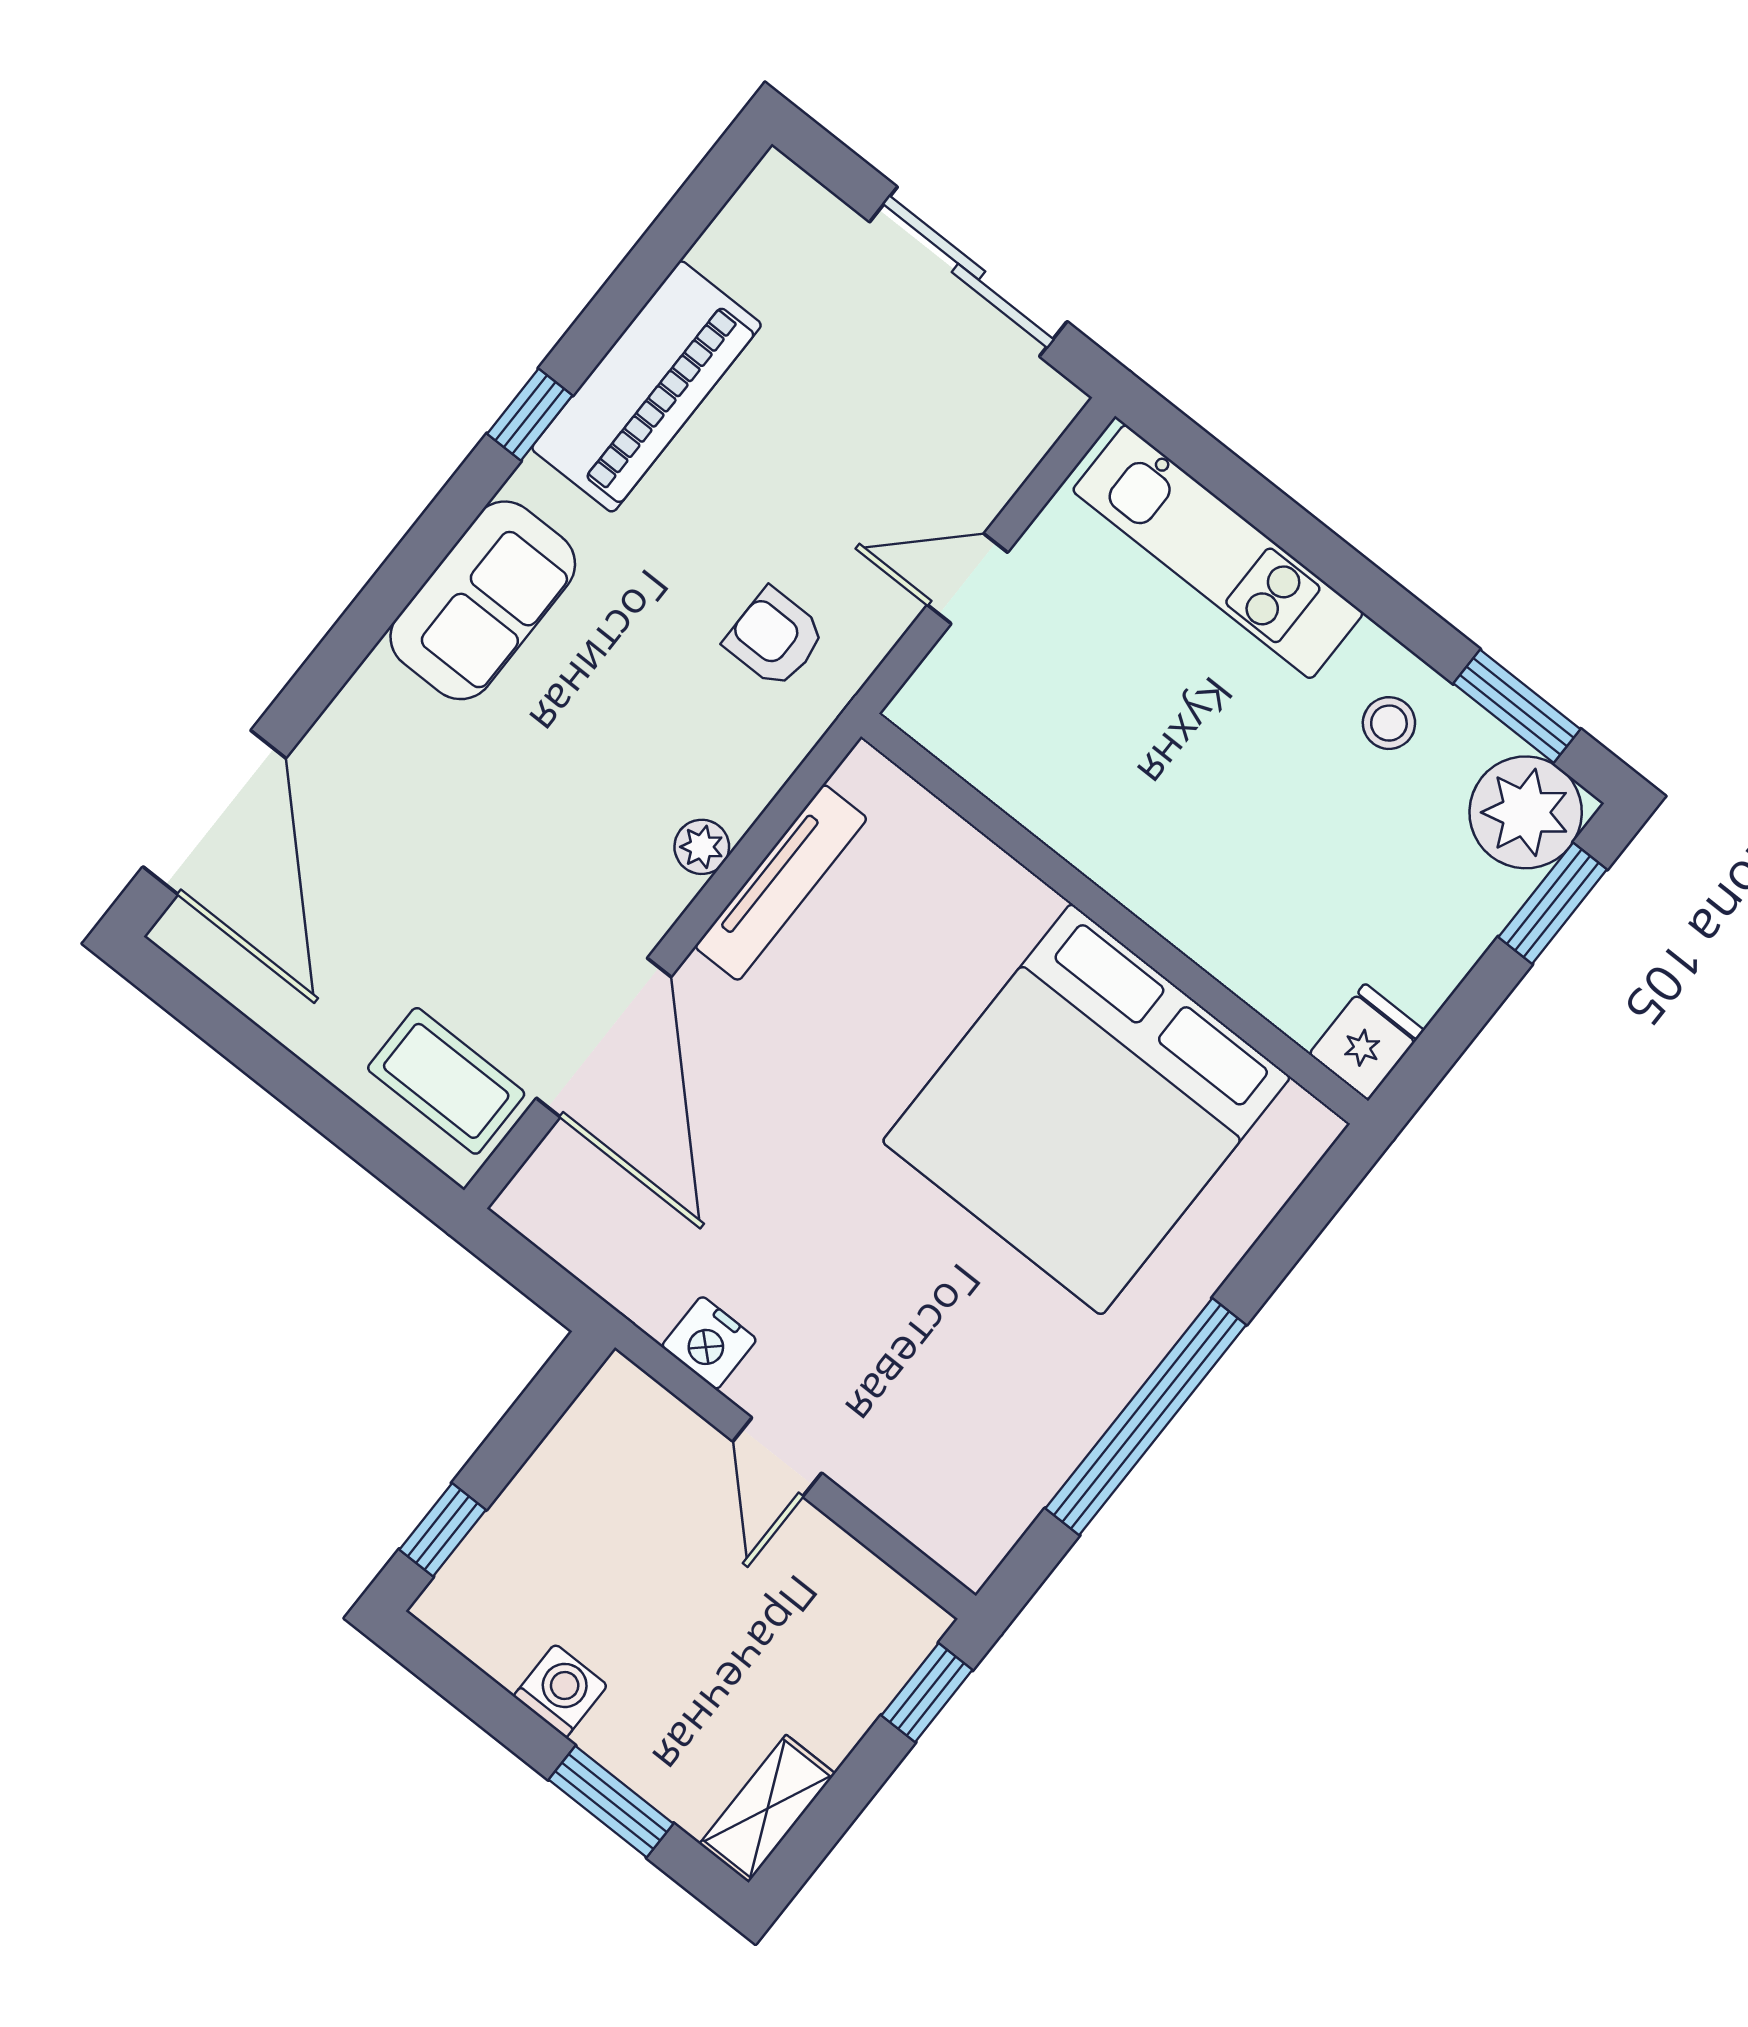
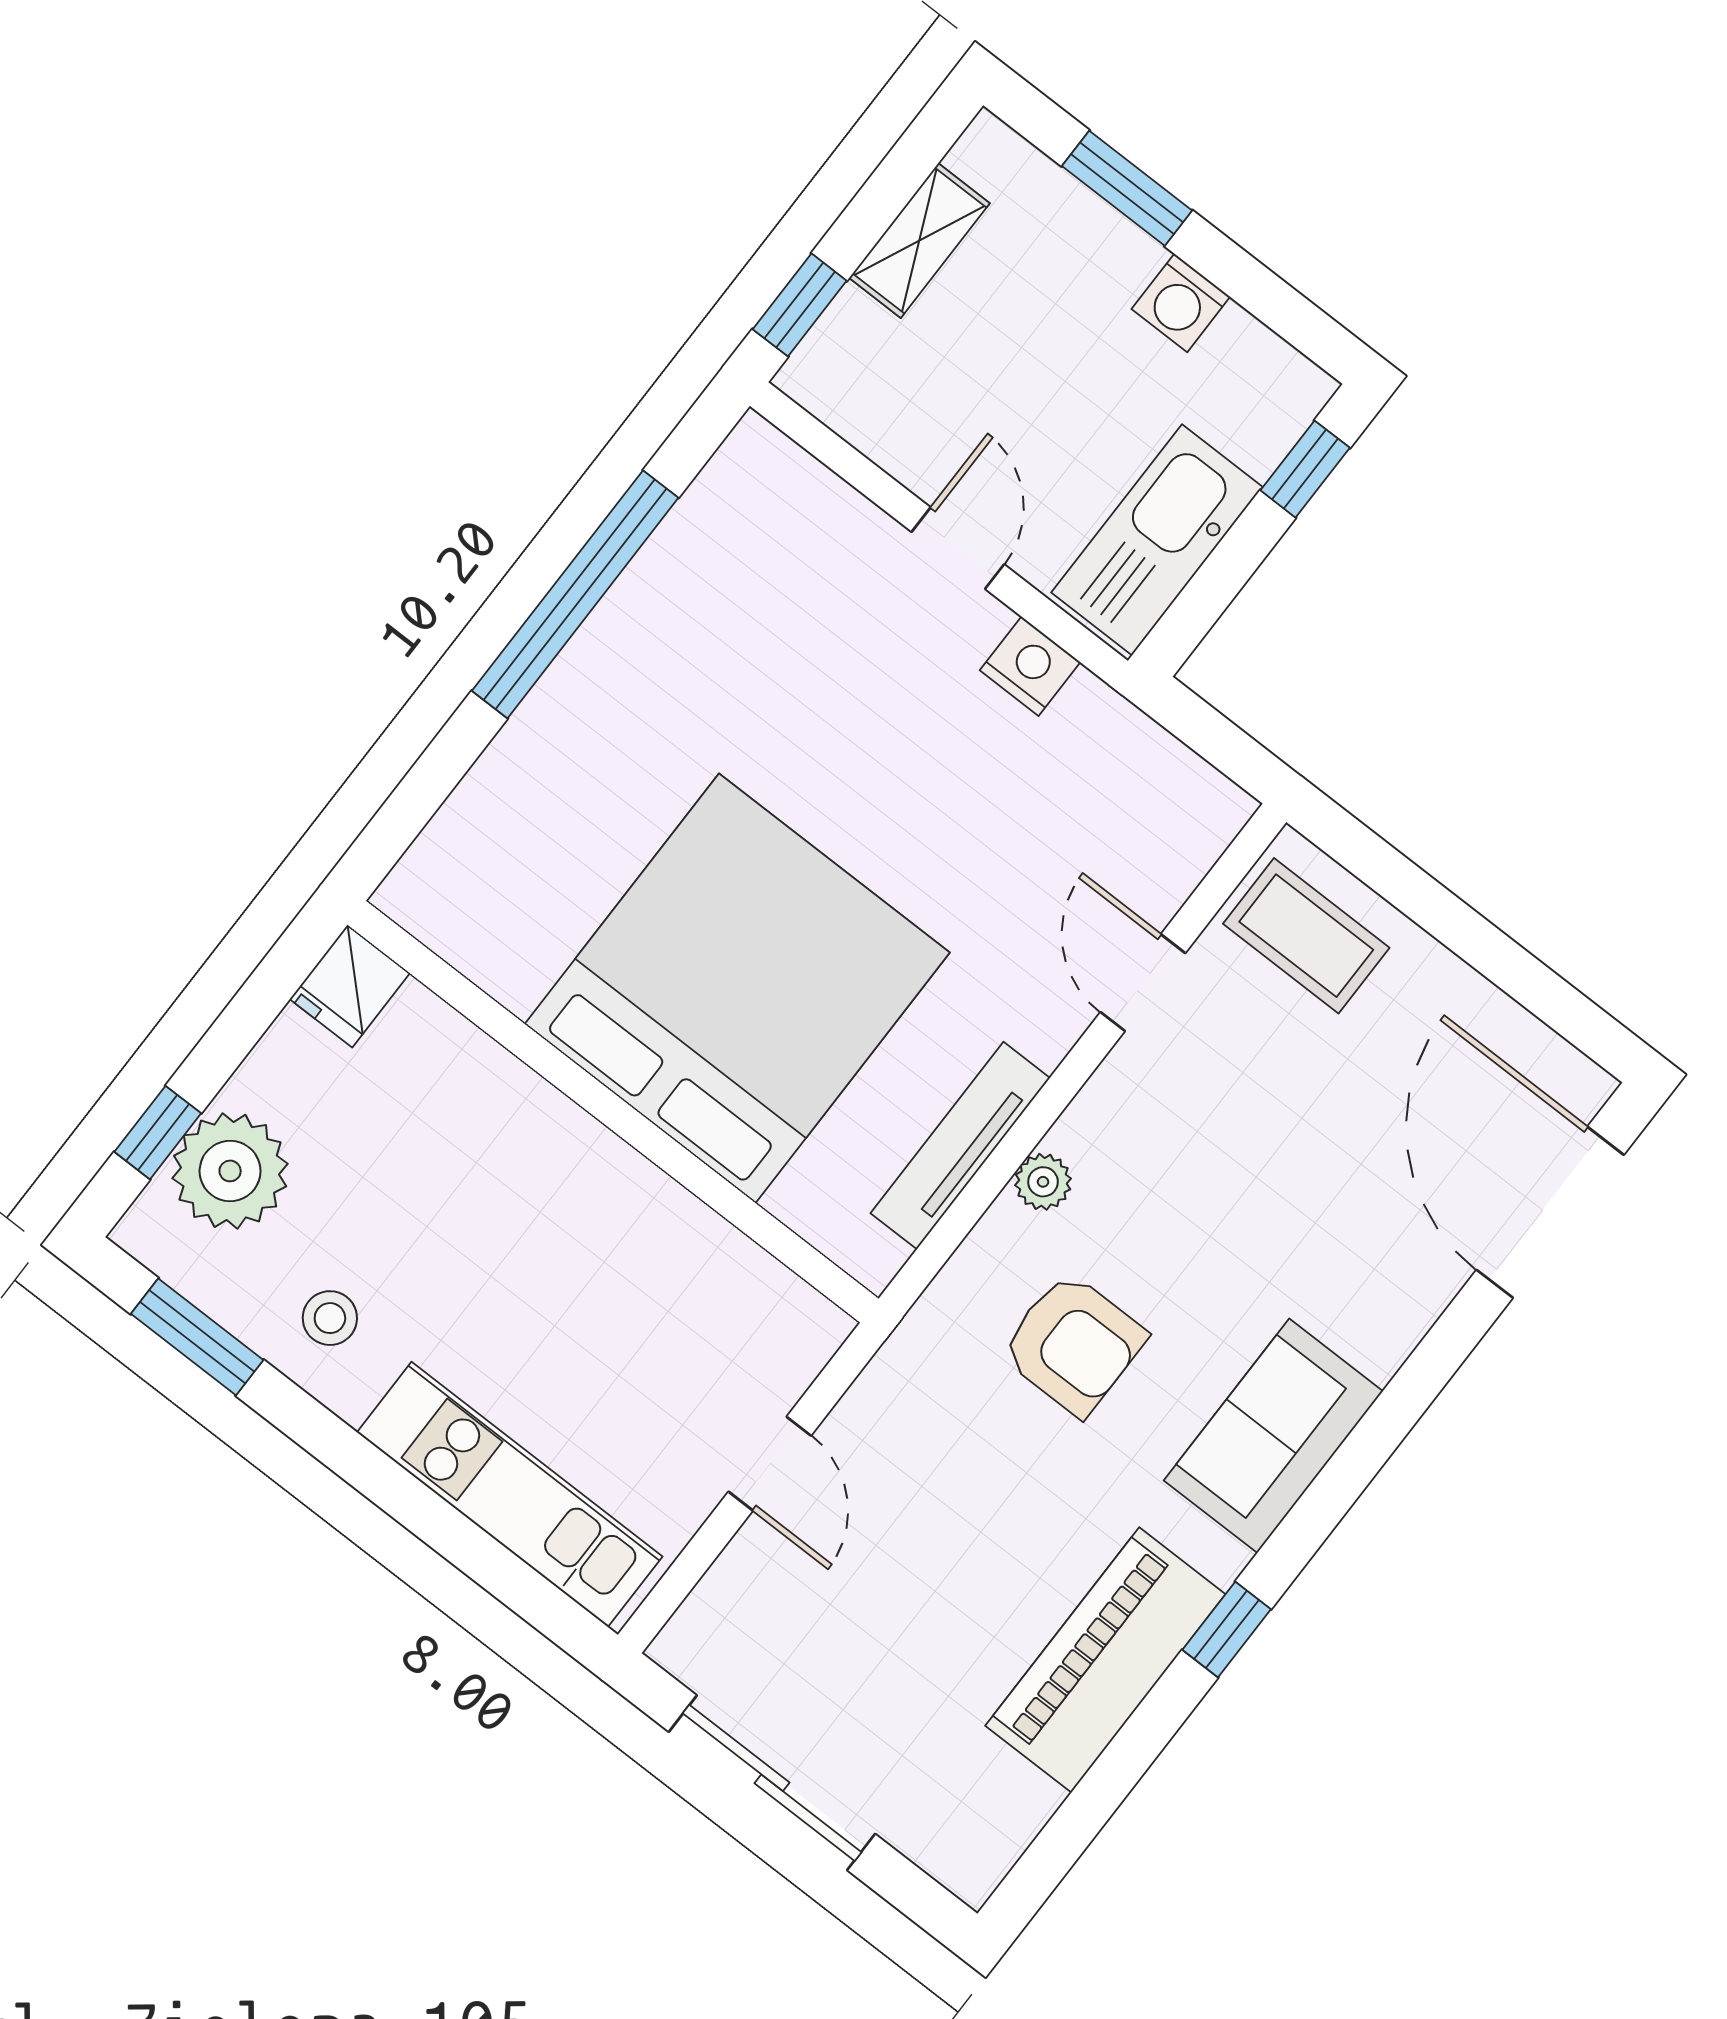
door: (967, 579) -> (770, 1464), hinge flipped
armchair: (775, 638) -> (1073, 1344), moved, width x1.38, depth x1.38
plant: (1526, 812) -> (230, 1171), moved
window: (1553, 903) -> (158, 1133), width x0.67
door: (604, 1038) -> (1143, 983), width x0.53
bed: (1086, 1109) -> (737, 988), moved
kitchen sink: (586, 1463) -> (1157, 540), added
shelving: (767, 1809) -> (919, 241), moved

